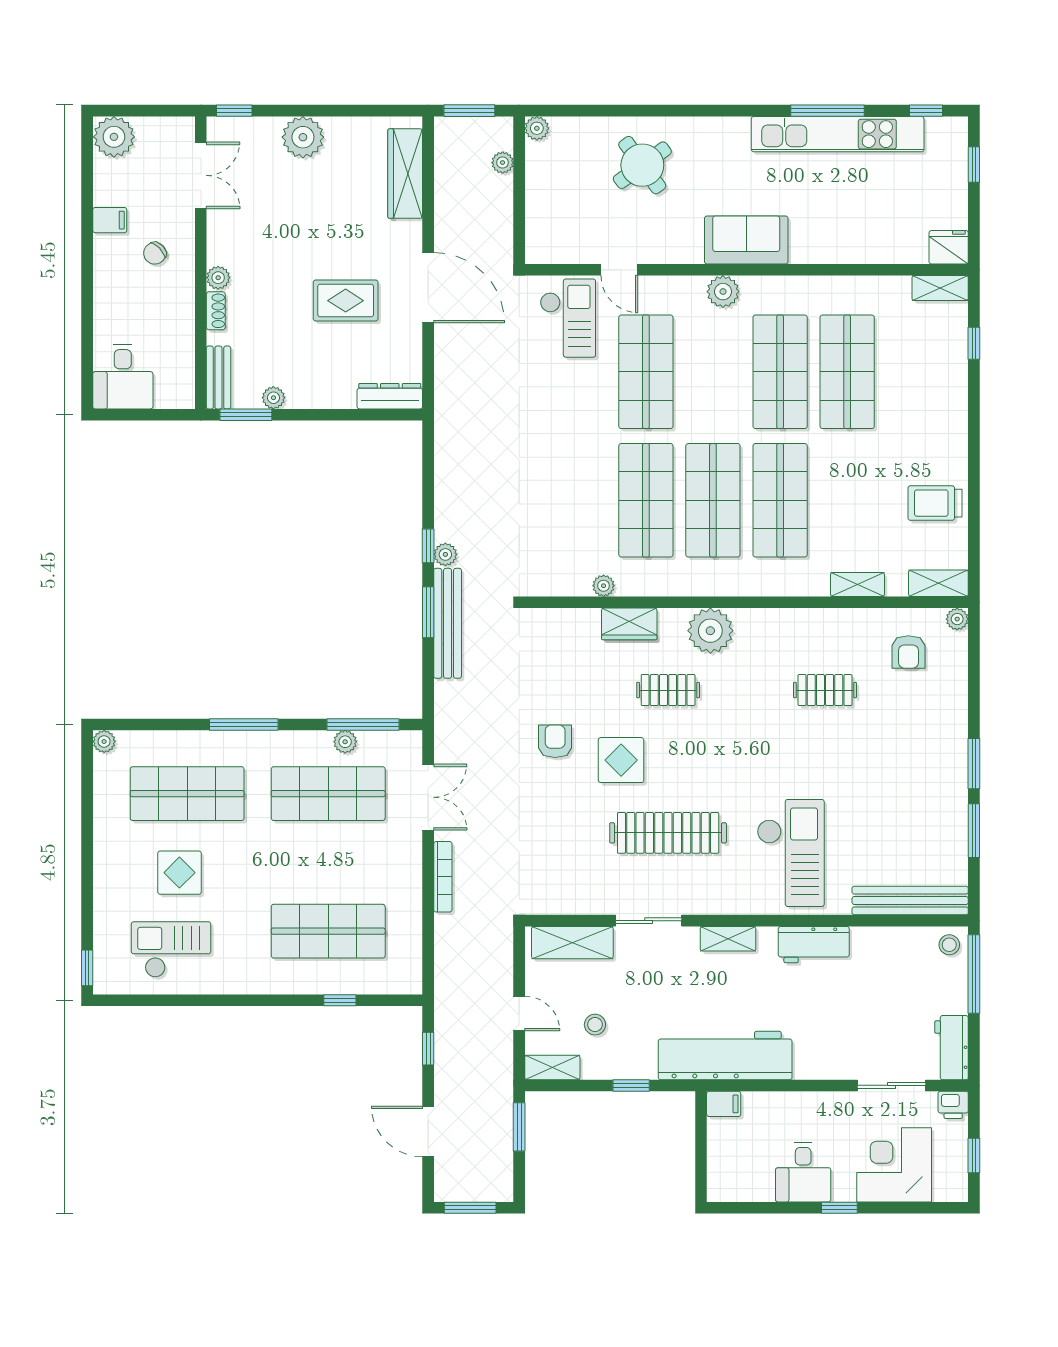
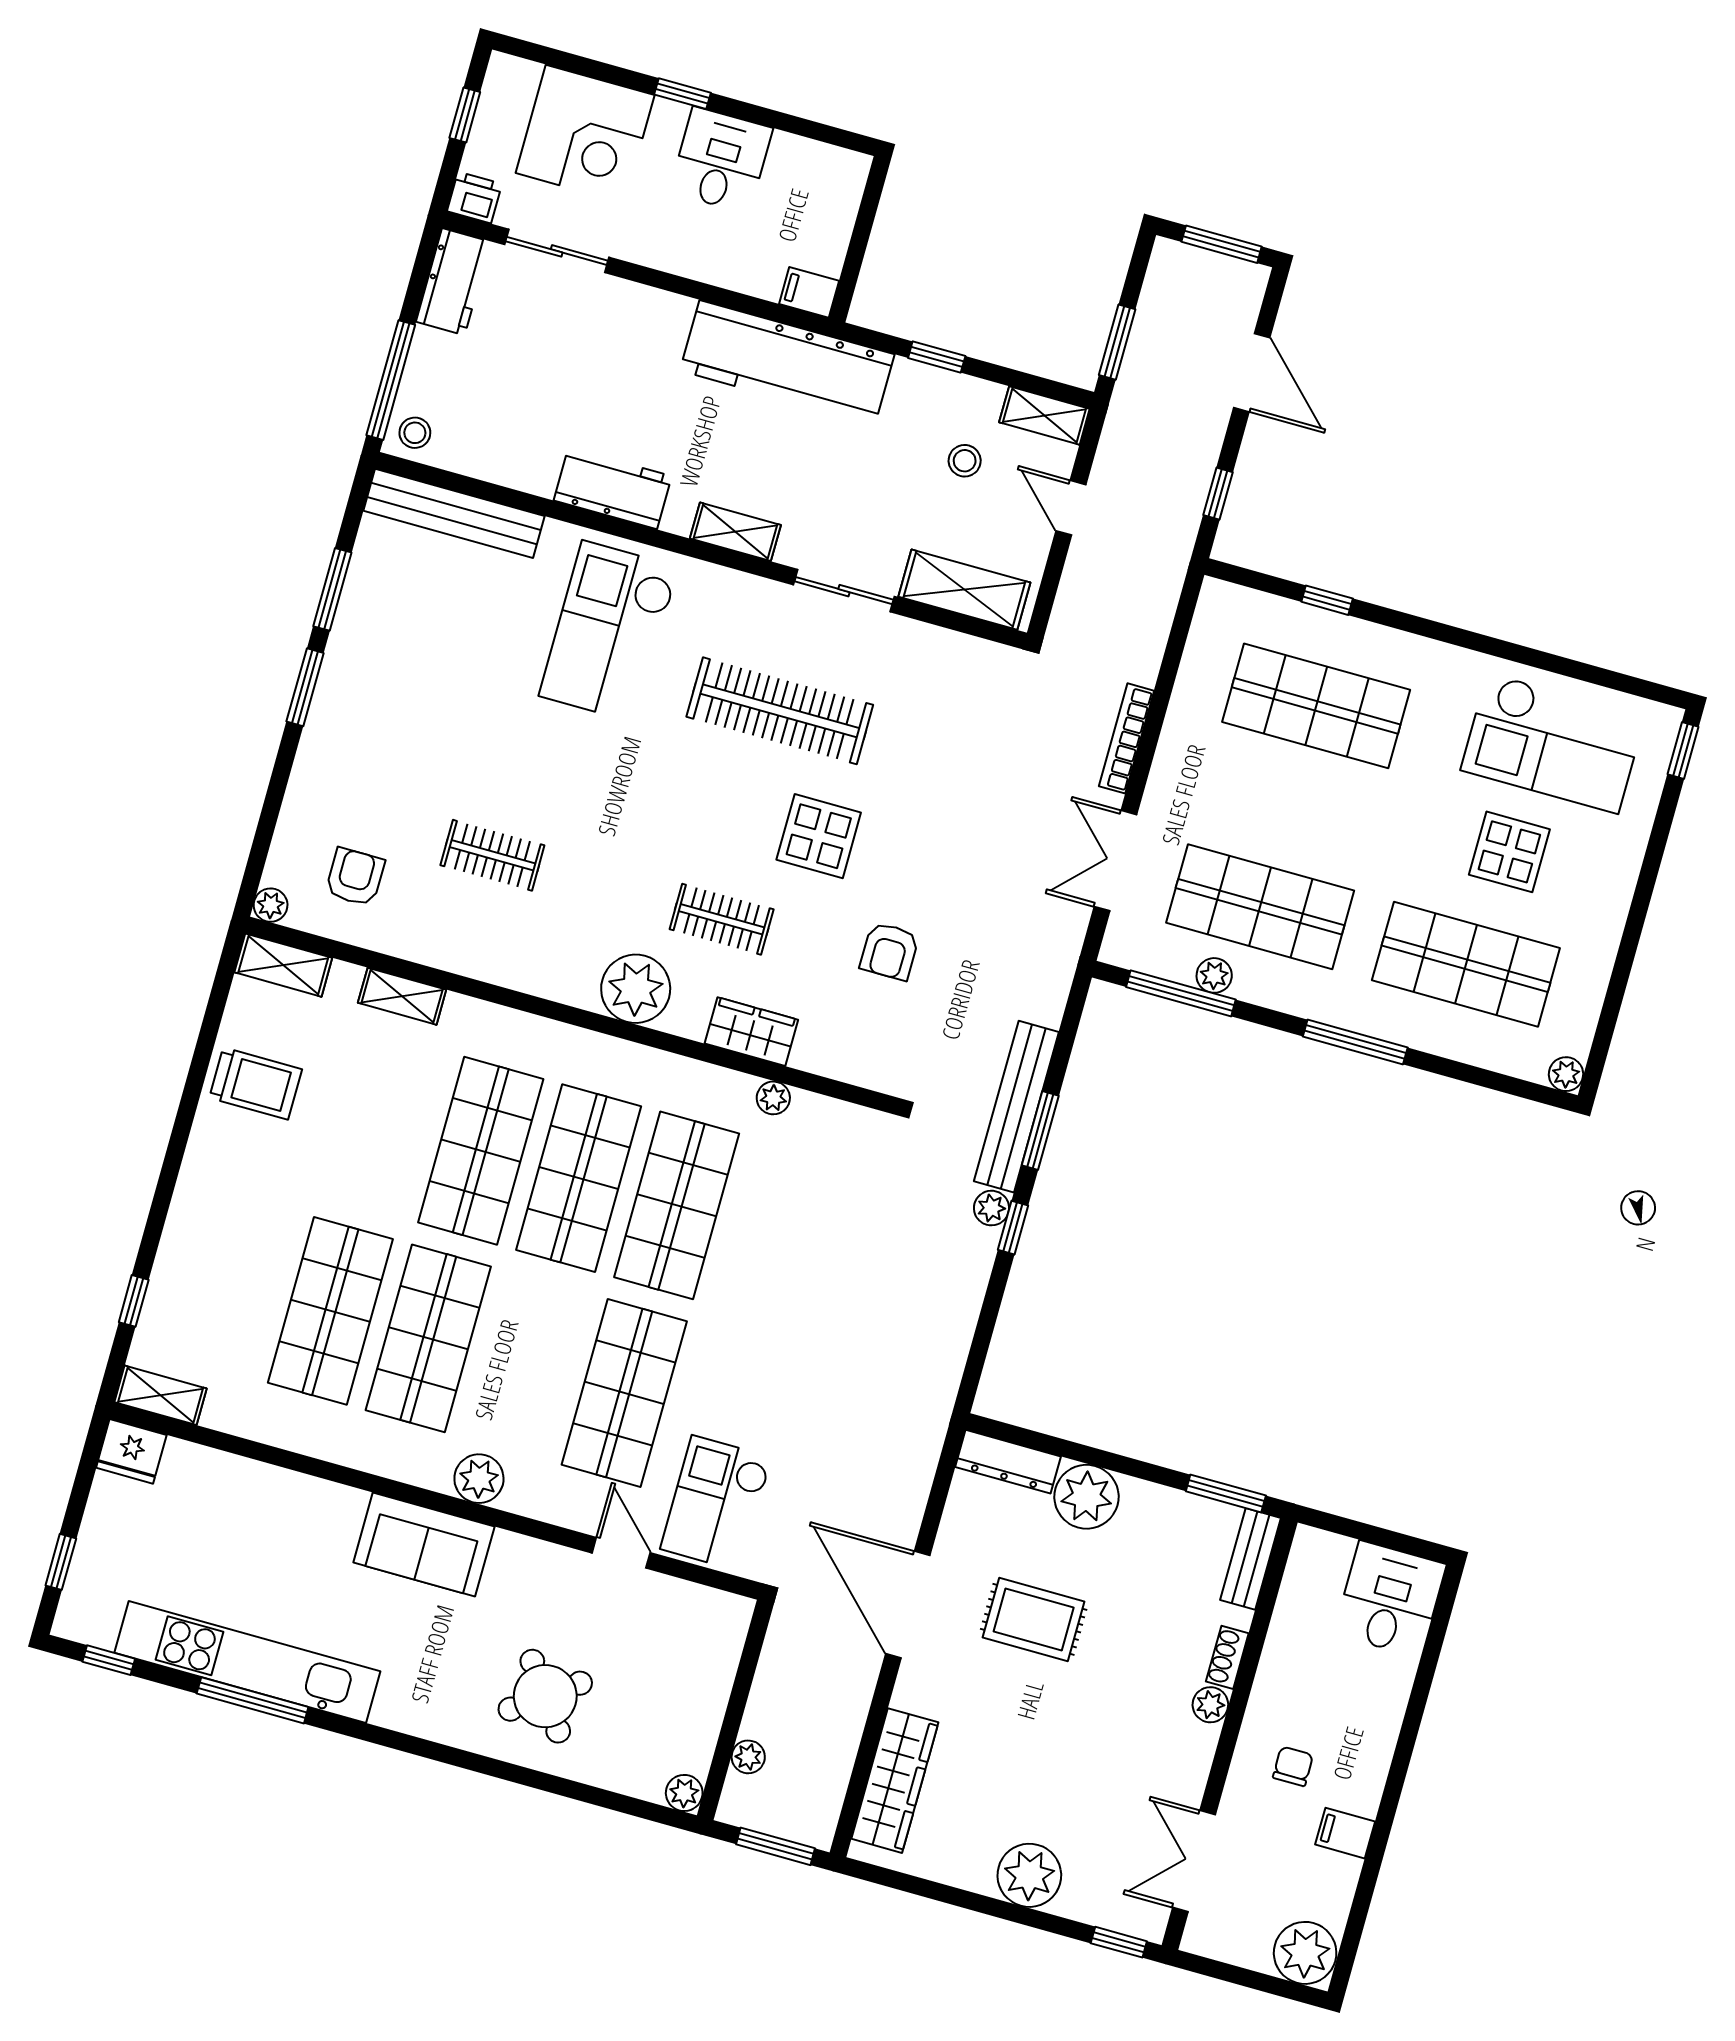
chair: (155, 253) -> (1293, 1766), turned -46
plant: (273, 398) -> (1086, 1497), moved, width x1.87, depth x1.87
armchair: (555, 741) -> (889, 951), moved
checkout: (171, 950) -> (1553, 743), width x1.36, depth x1.21

